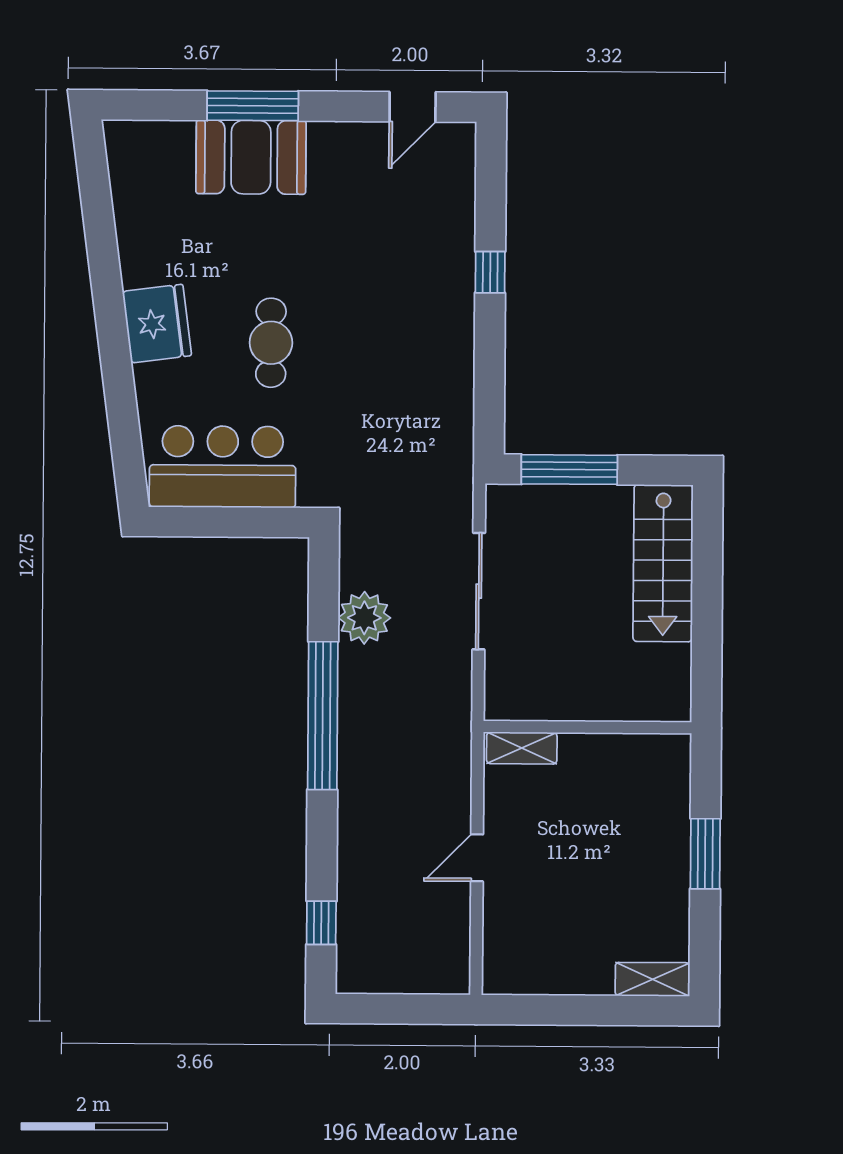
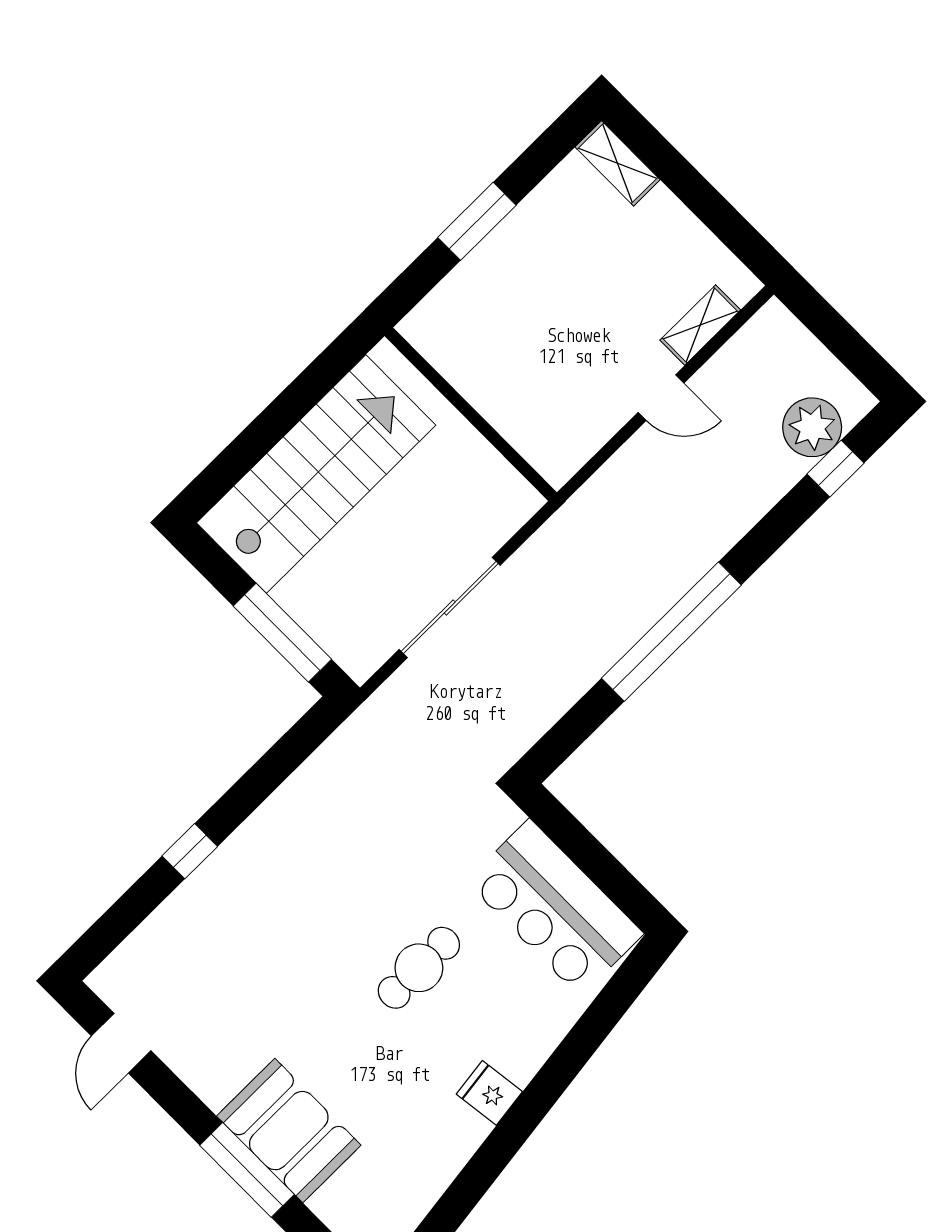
door: (413, 107) -> (121, 1043), swing flipped
fridge: (157, 324) -> (489, 1093), width x0.53, depth x0.75
stairs: (663, 563) -> (316, 474), width x1.36, depth x1.51
plant: (364, 618) -> (812, 427), moved
shelving: (522, 748) -> (700, 325), moved, turned 90

